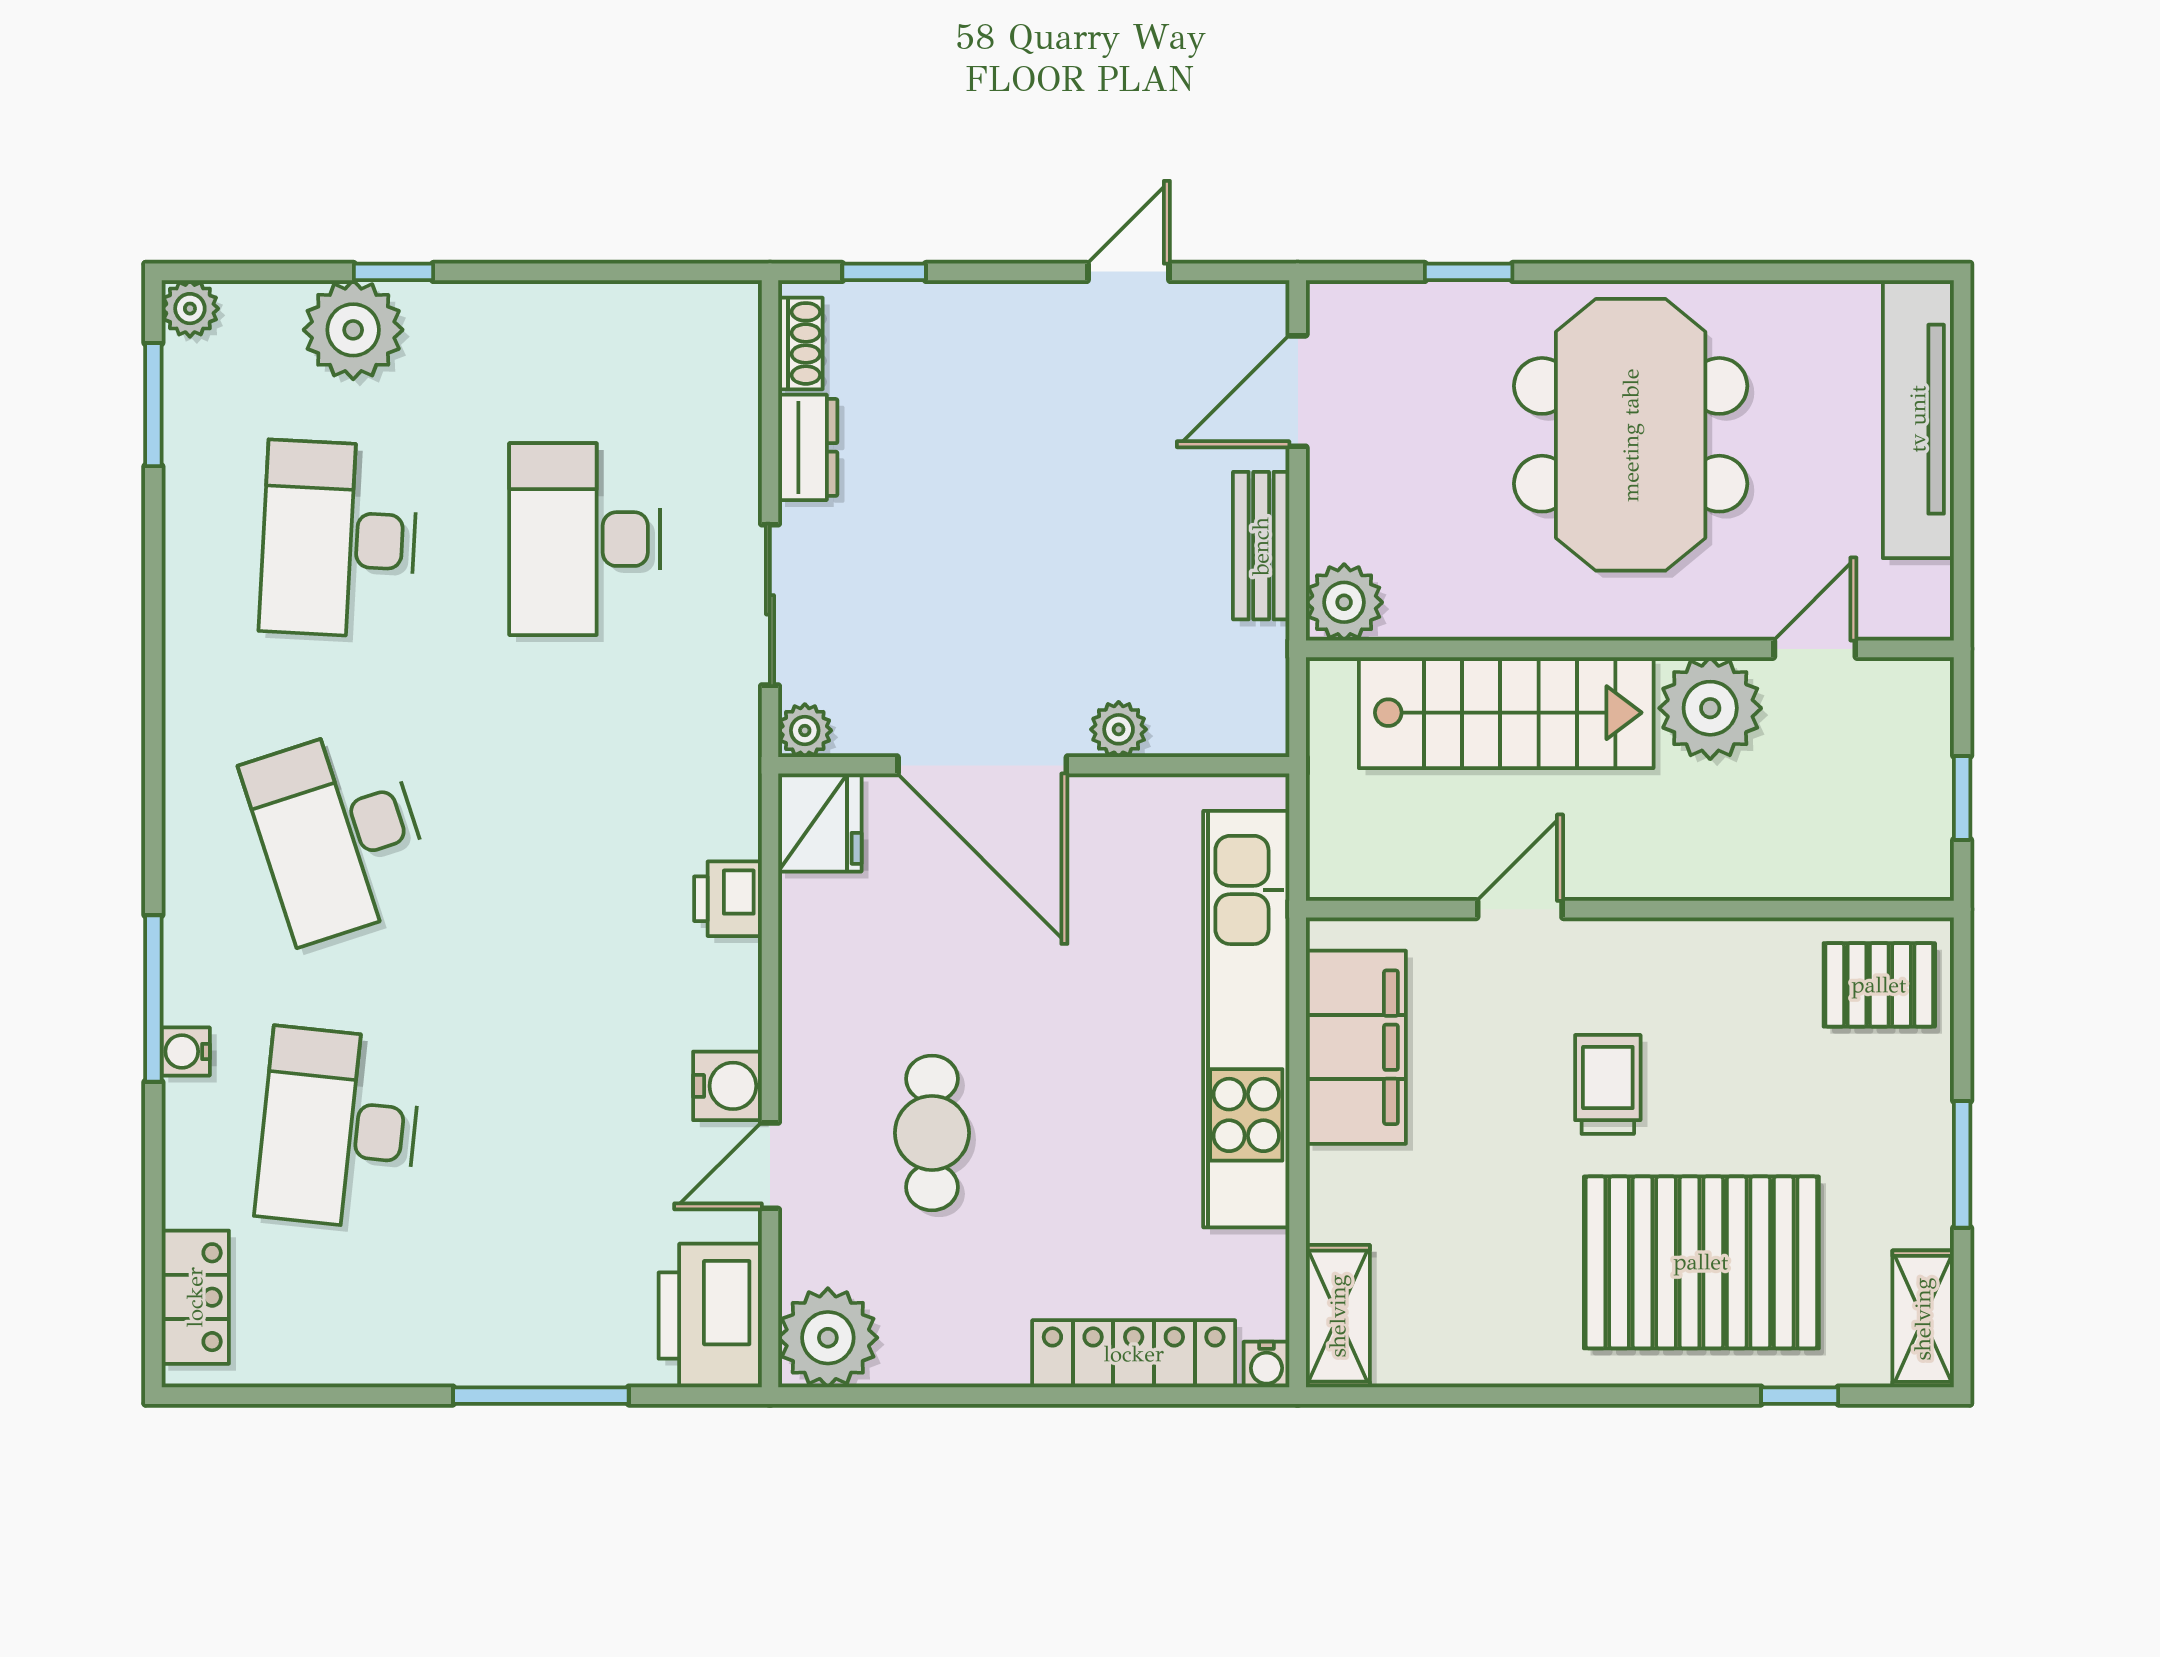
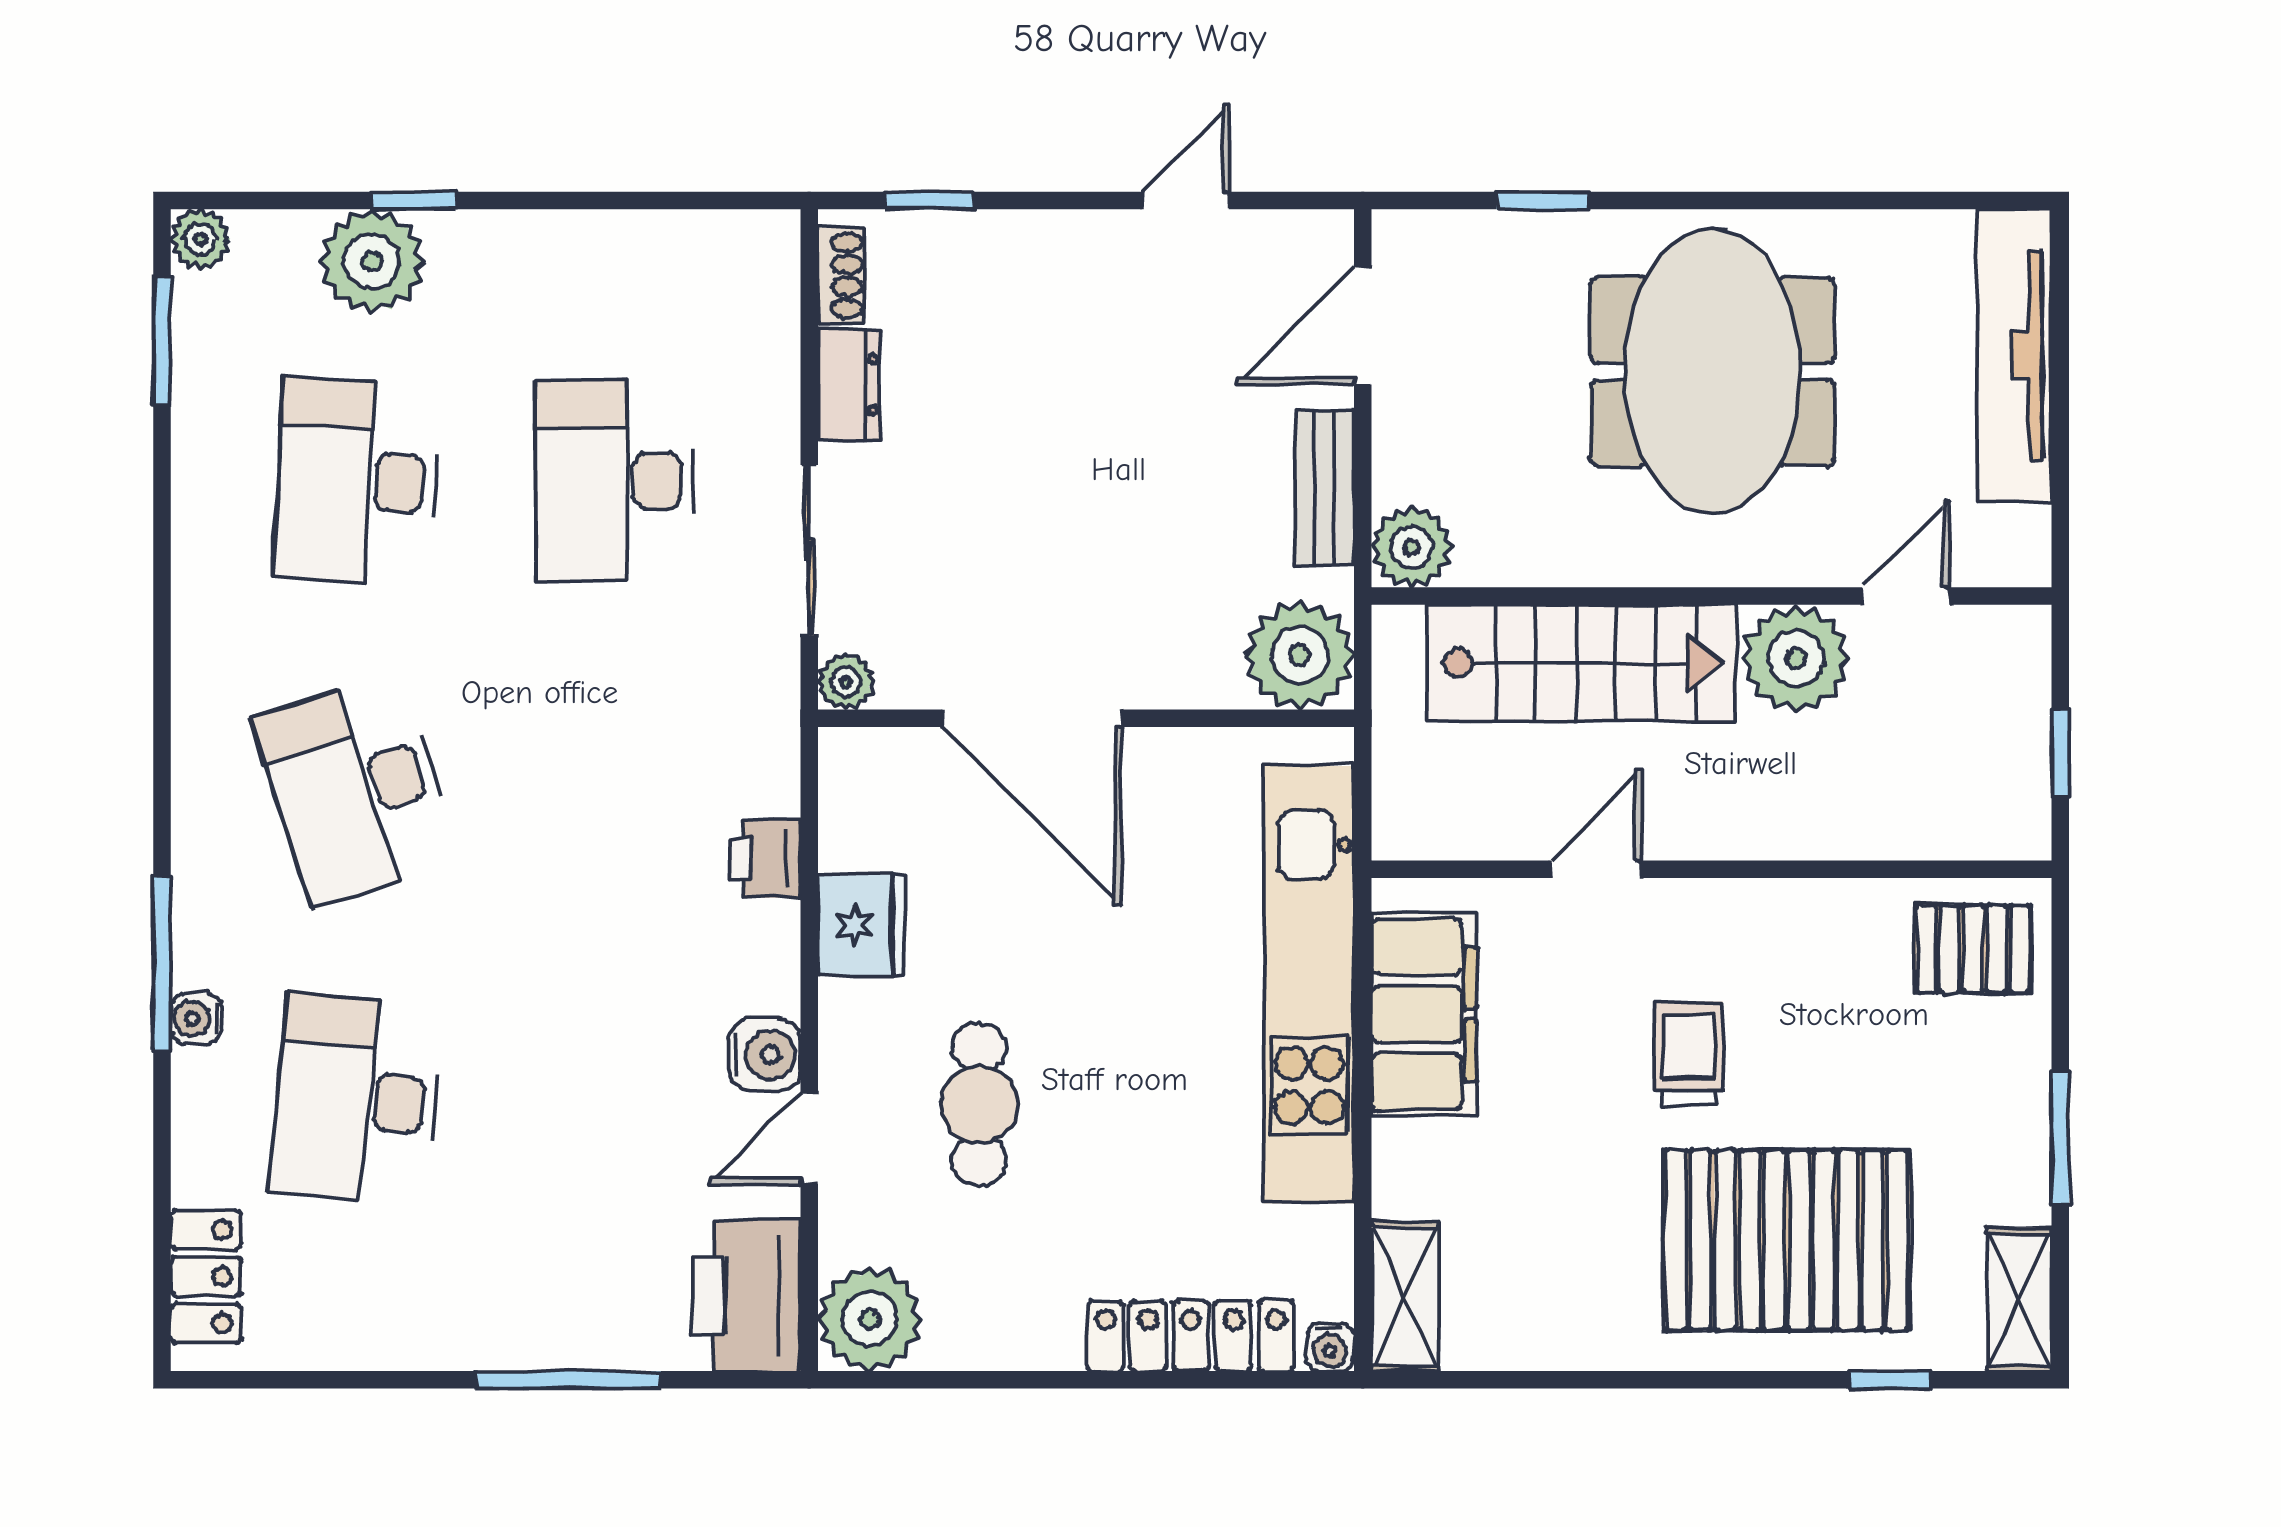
plant: (1119, 729) -> (1300, 655), moved, width x1.87, depth x1.87
fridge: (820, 823) -> (861, 925), moved

